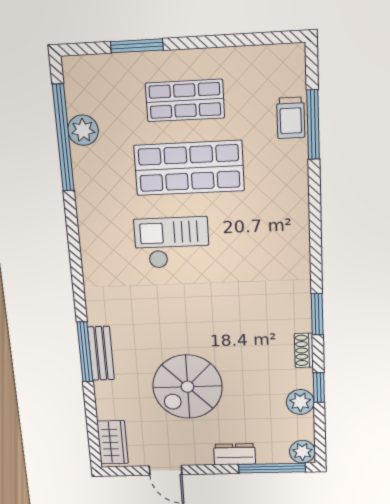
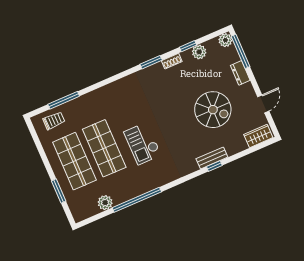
shop shelf: (185, 101) -> (74, 161), width x1.43, depth x1.36
trolley: (291, 118) -> (54, 121), moved
window: (63, 138) -> (137, 200), moved
window: (85, 352) -> (214, 166), width x0.46

